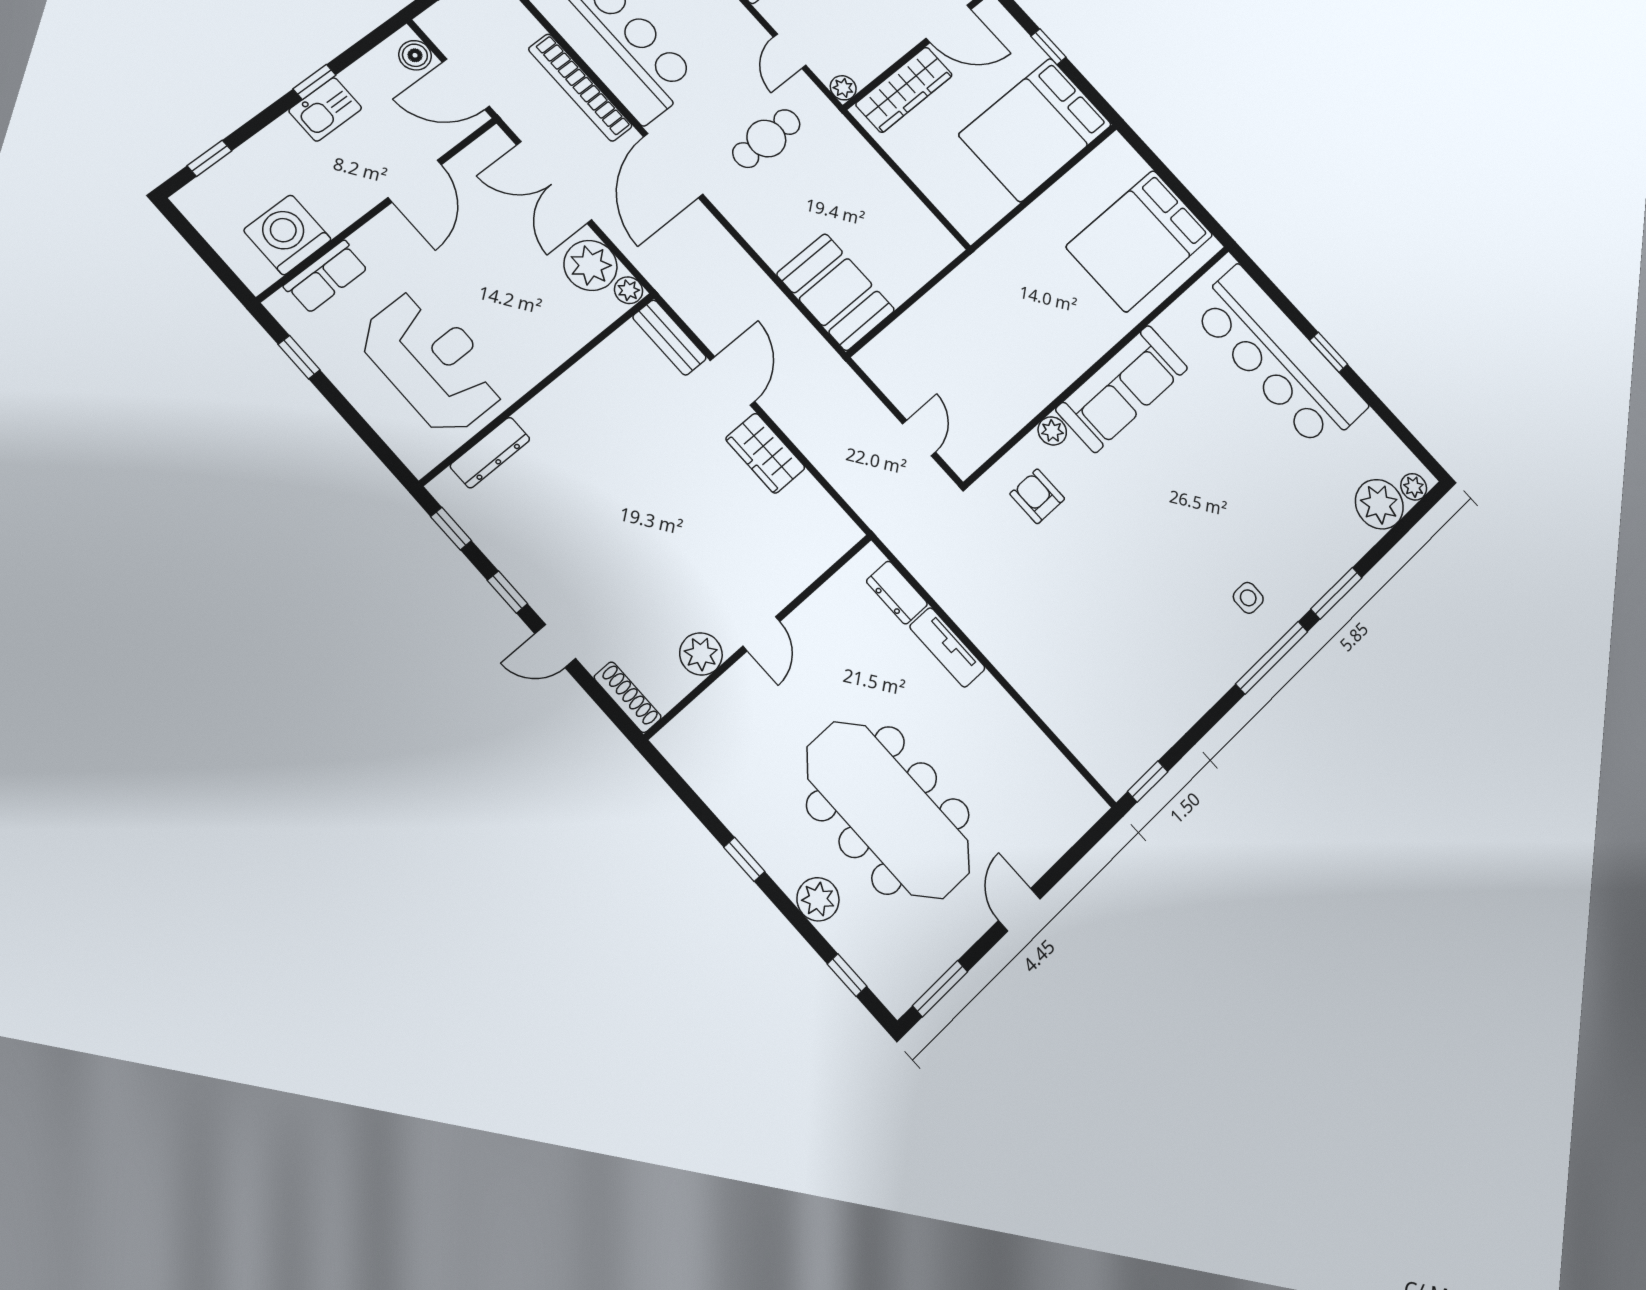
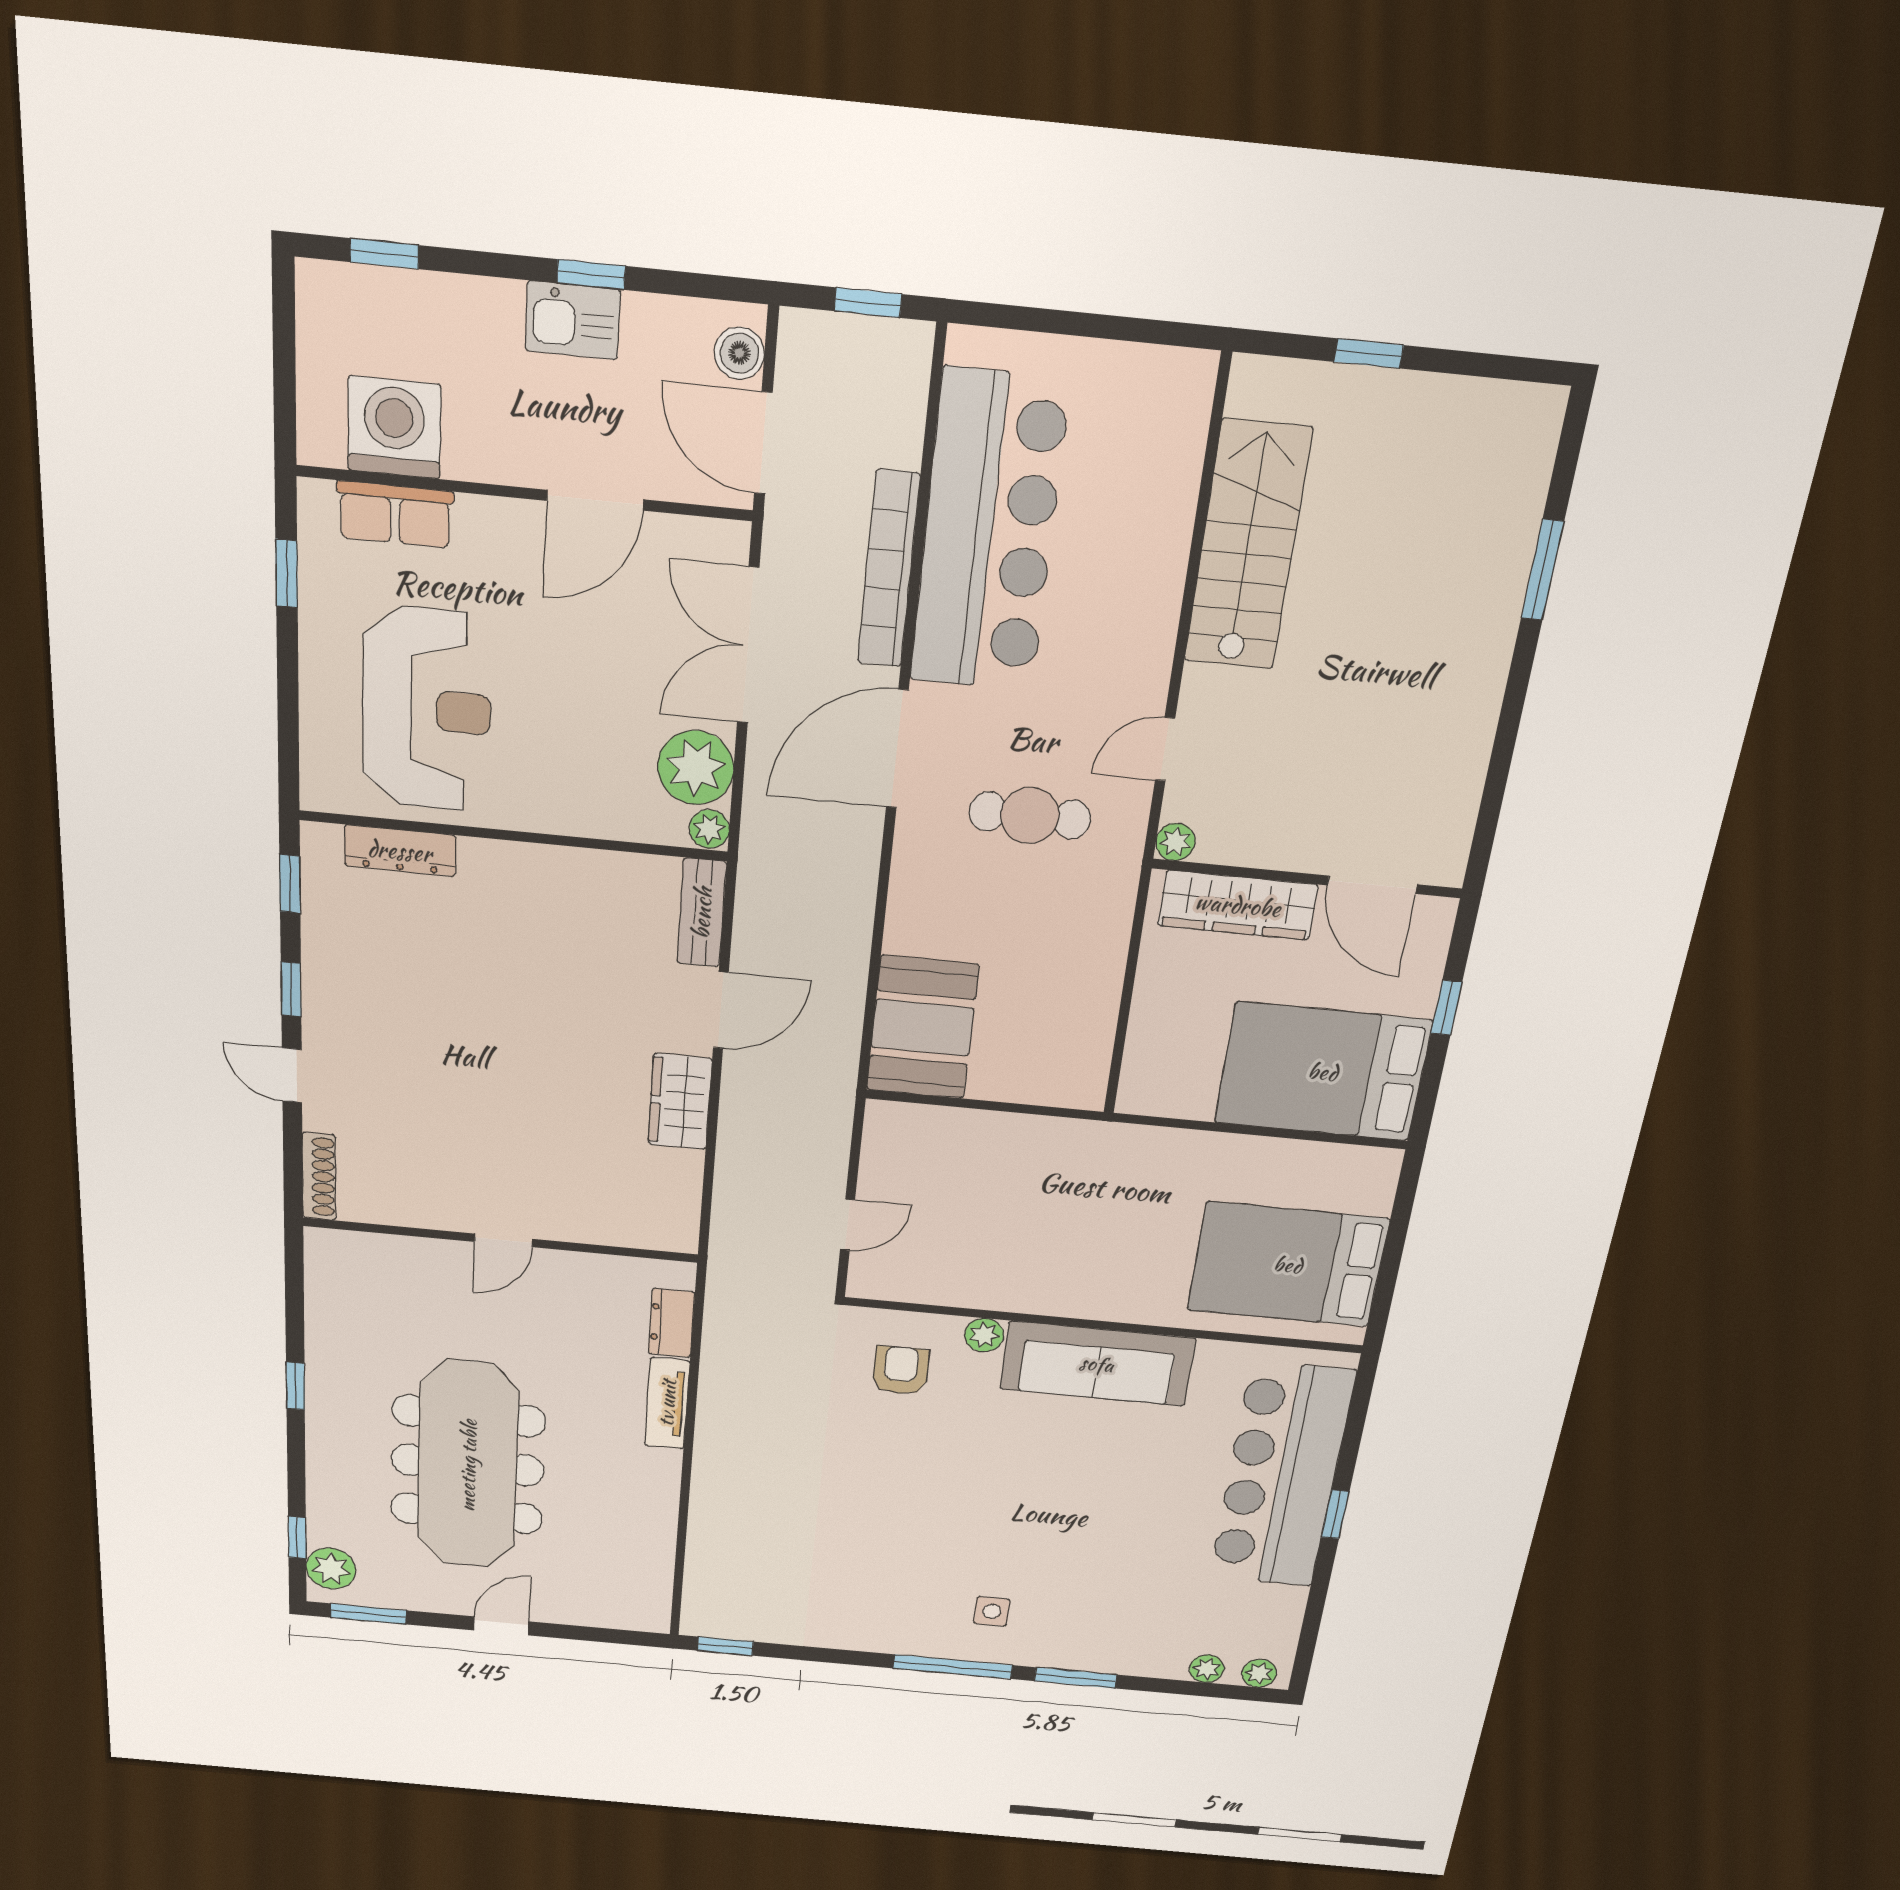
plant: (1379, 504) -> (1207, 1669), width x0.53, depth x0.53
plant: (701, 654) -> (427, 1205), removed
plant: (818, 899) -> (331, 1569), moved

